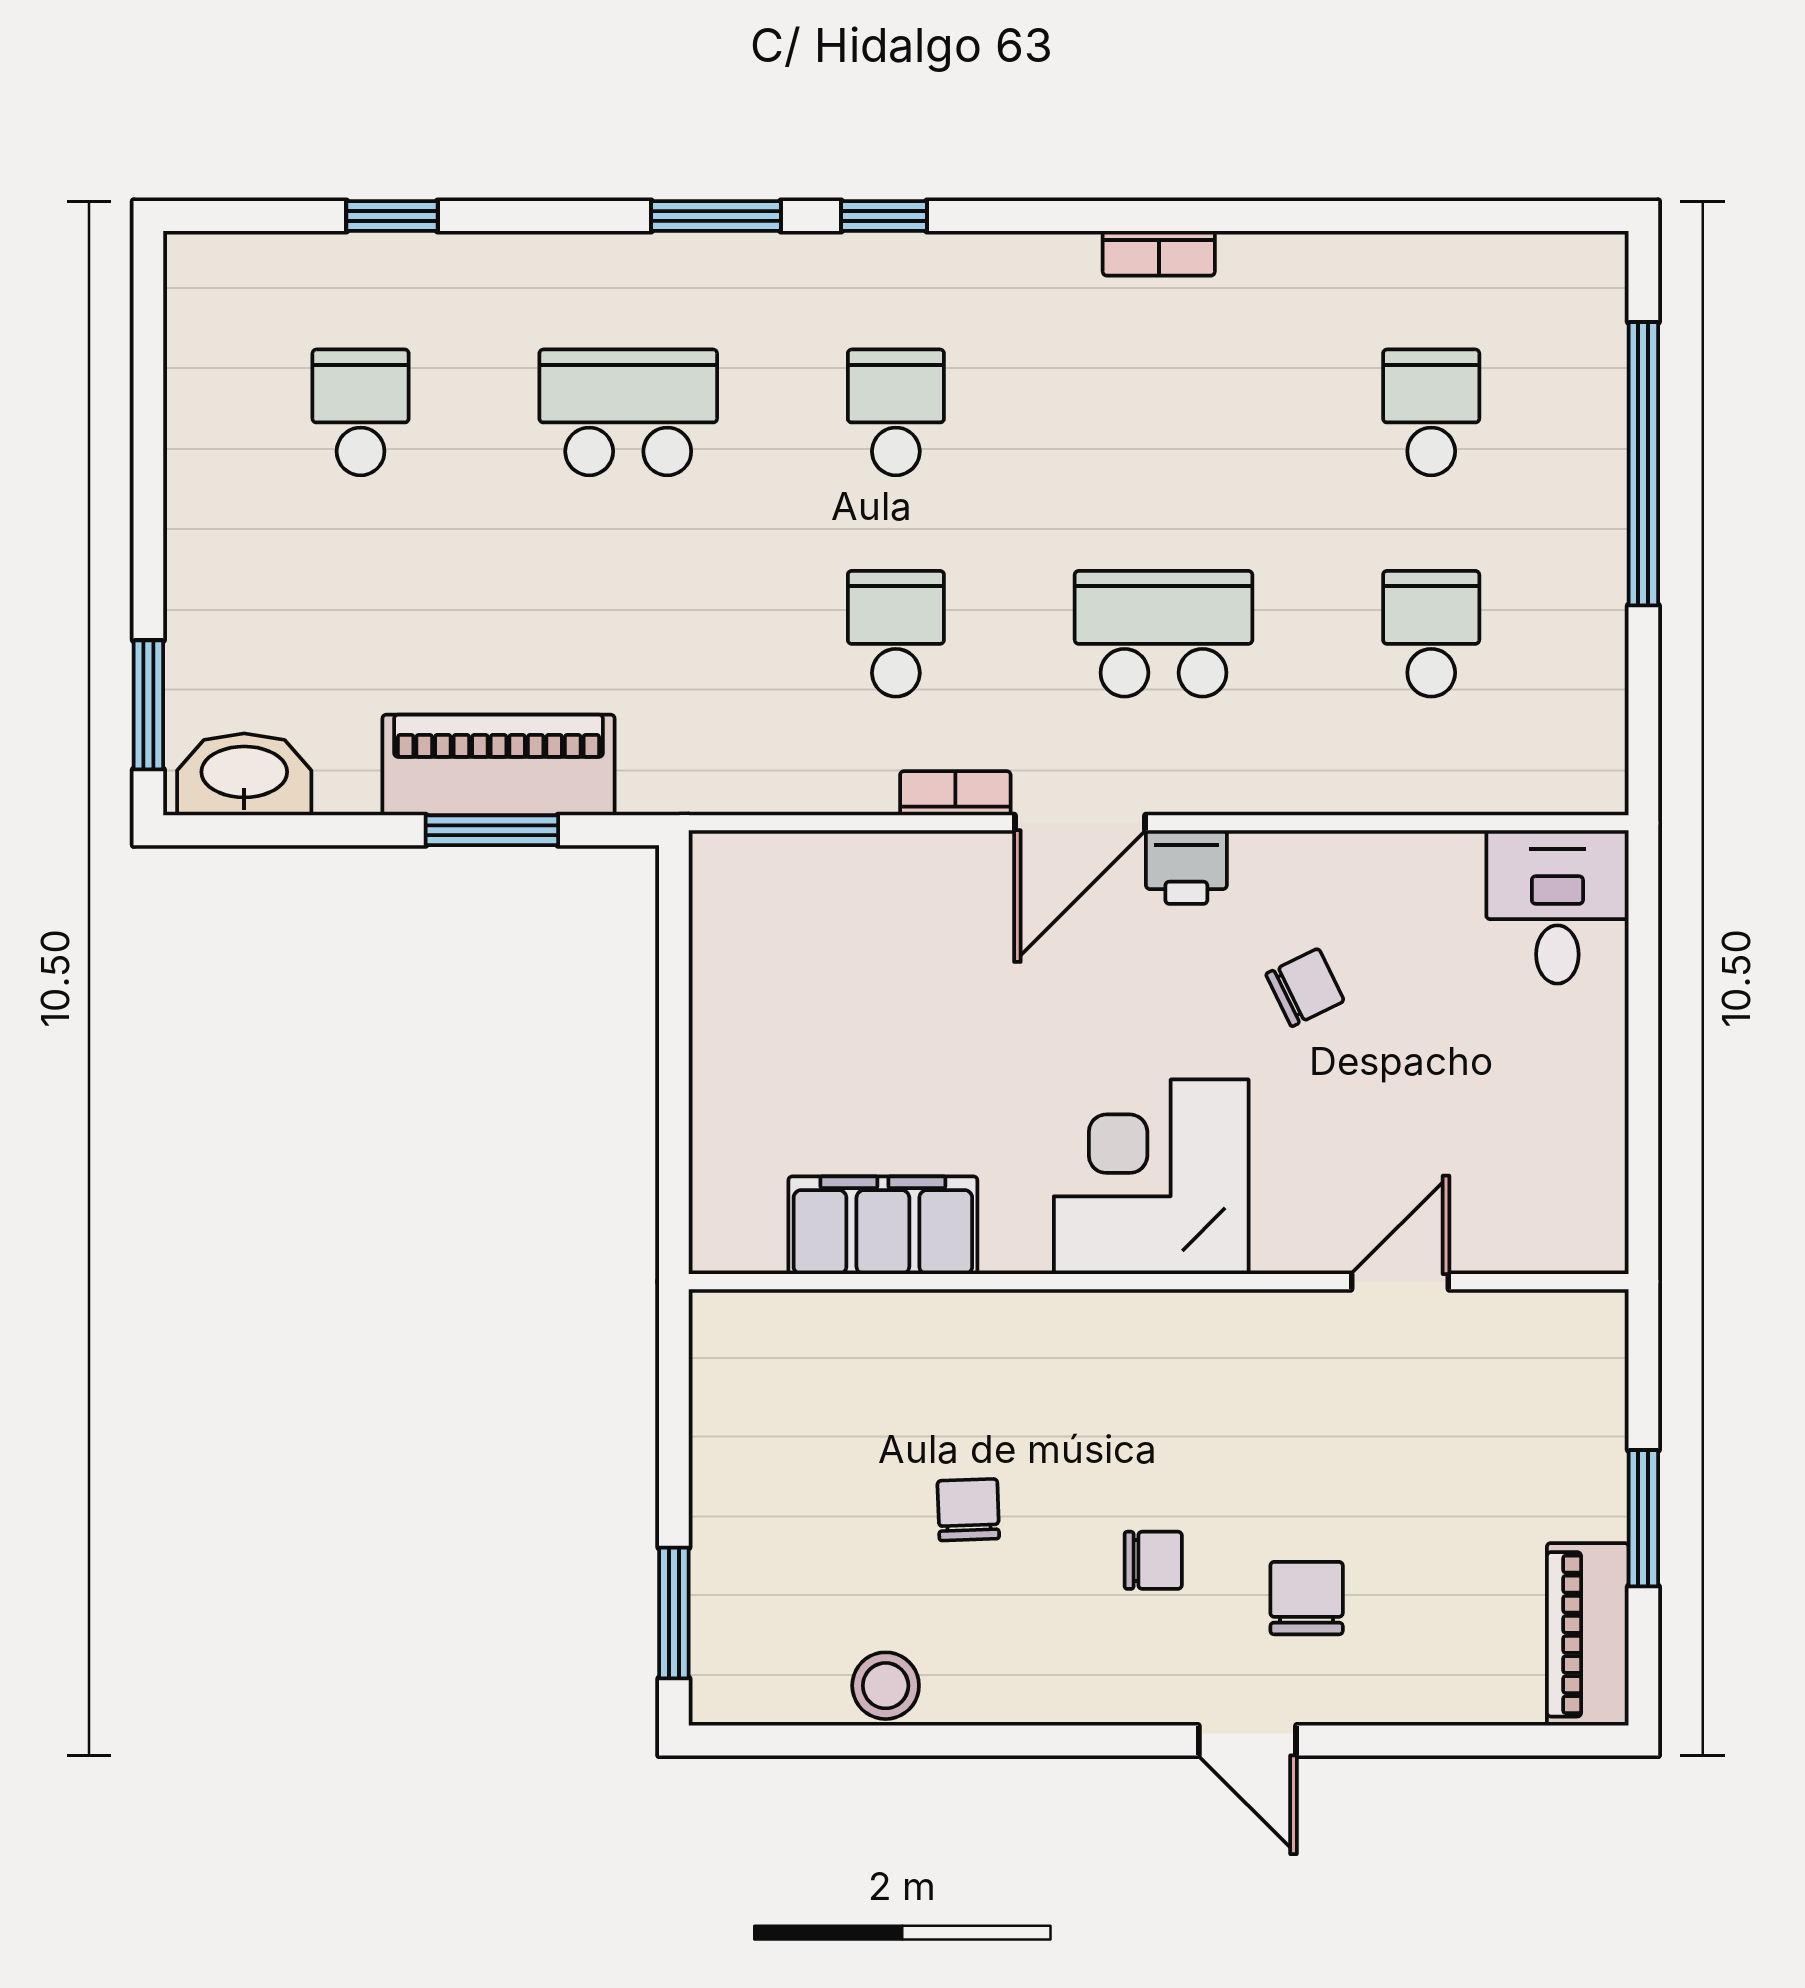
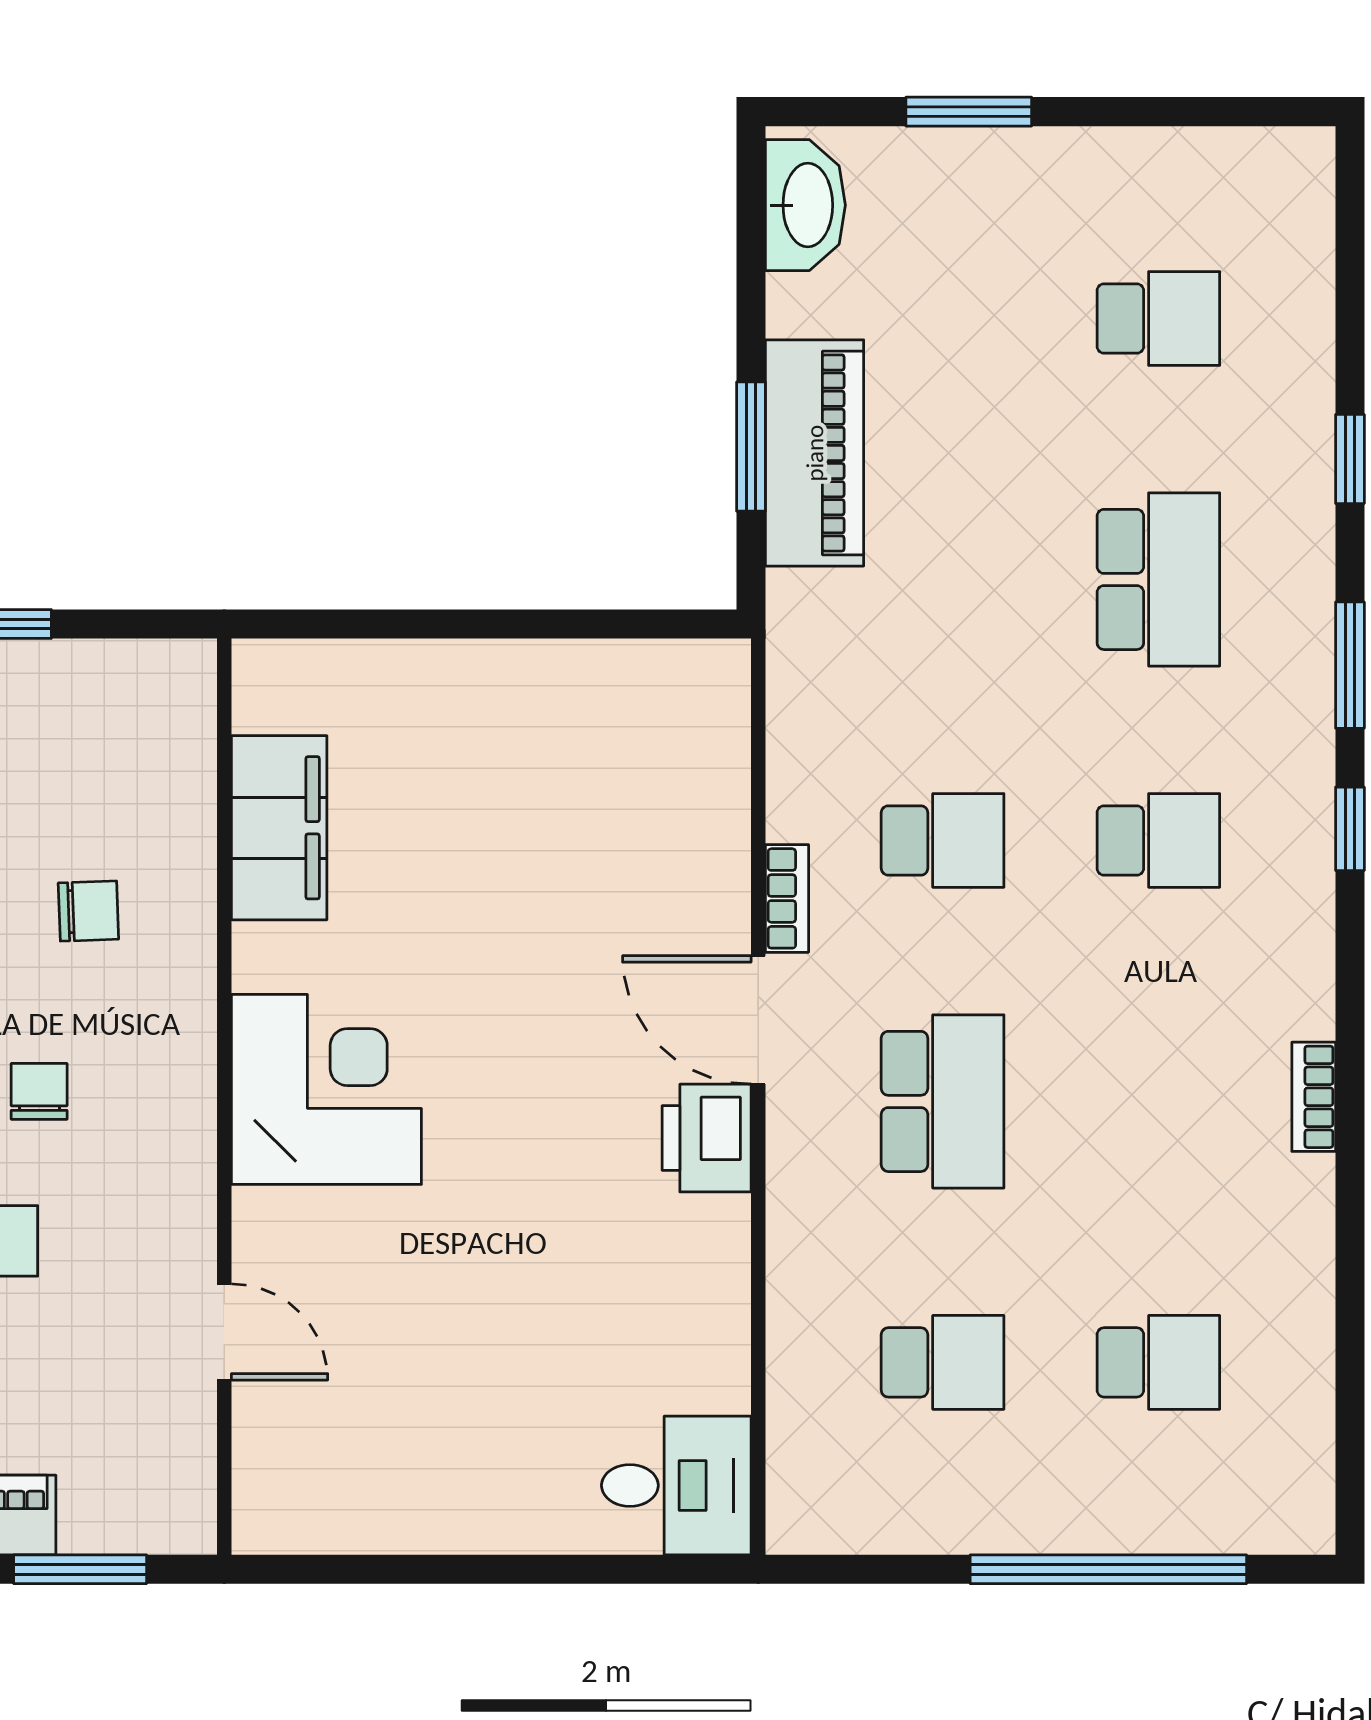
window: (392, 216) -> (1350, 459), moved
window: (148, 705) -> (969, 112), moved
printer: (1186, 867) -> (707, 1138), width x1.36, depth x1.24
chair: (1305, 988) -> (598, 1239), removed
corner desk: (1151, 1177) -> (326, 1089), moved
filing cabinet: (883, 1225) -> (279, 828), moved
wall: (1159, 1282) -> (224, 1097), moved
door: (1400, 1282) -> (224, 1332), moved
chair: (1153, 1560) -> (39, 1091), turned 180

